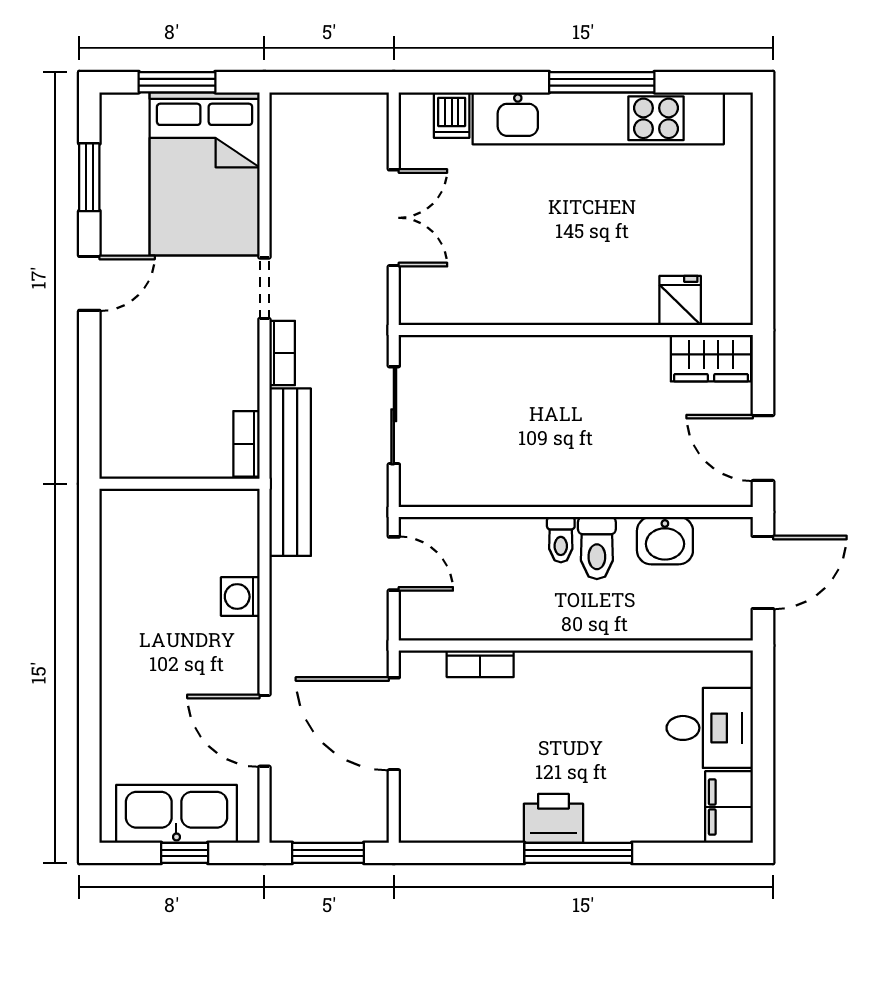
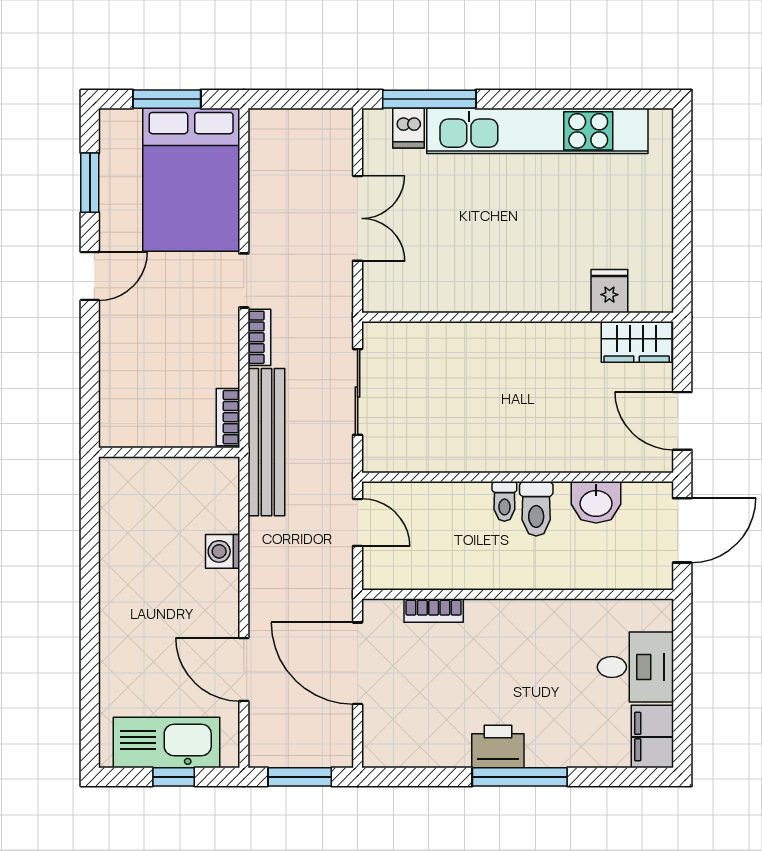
window: (602, 82) -> (429, 99), moved

